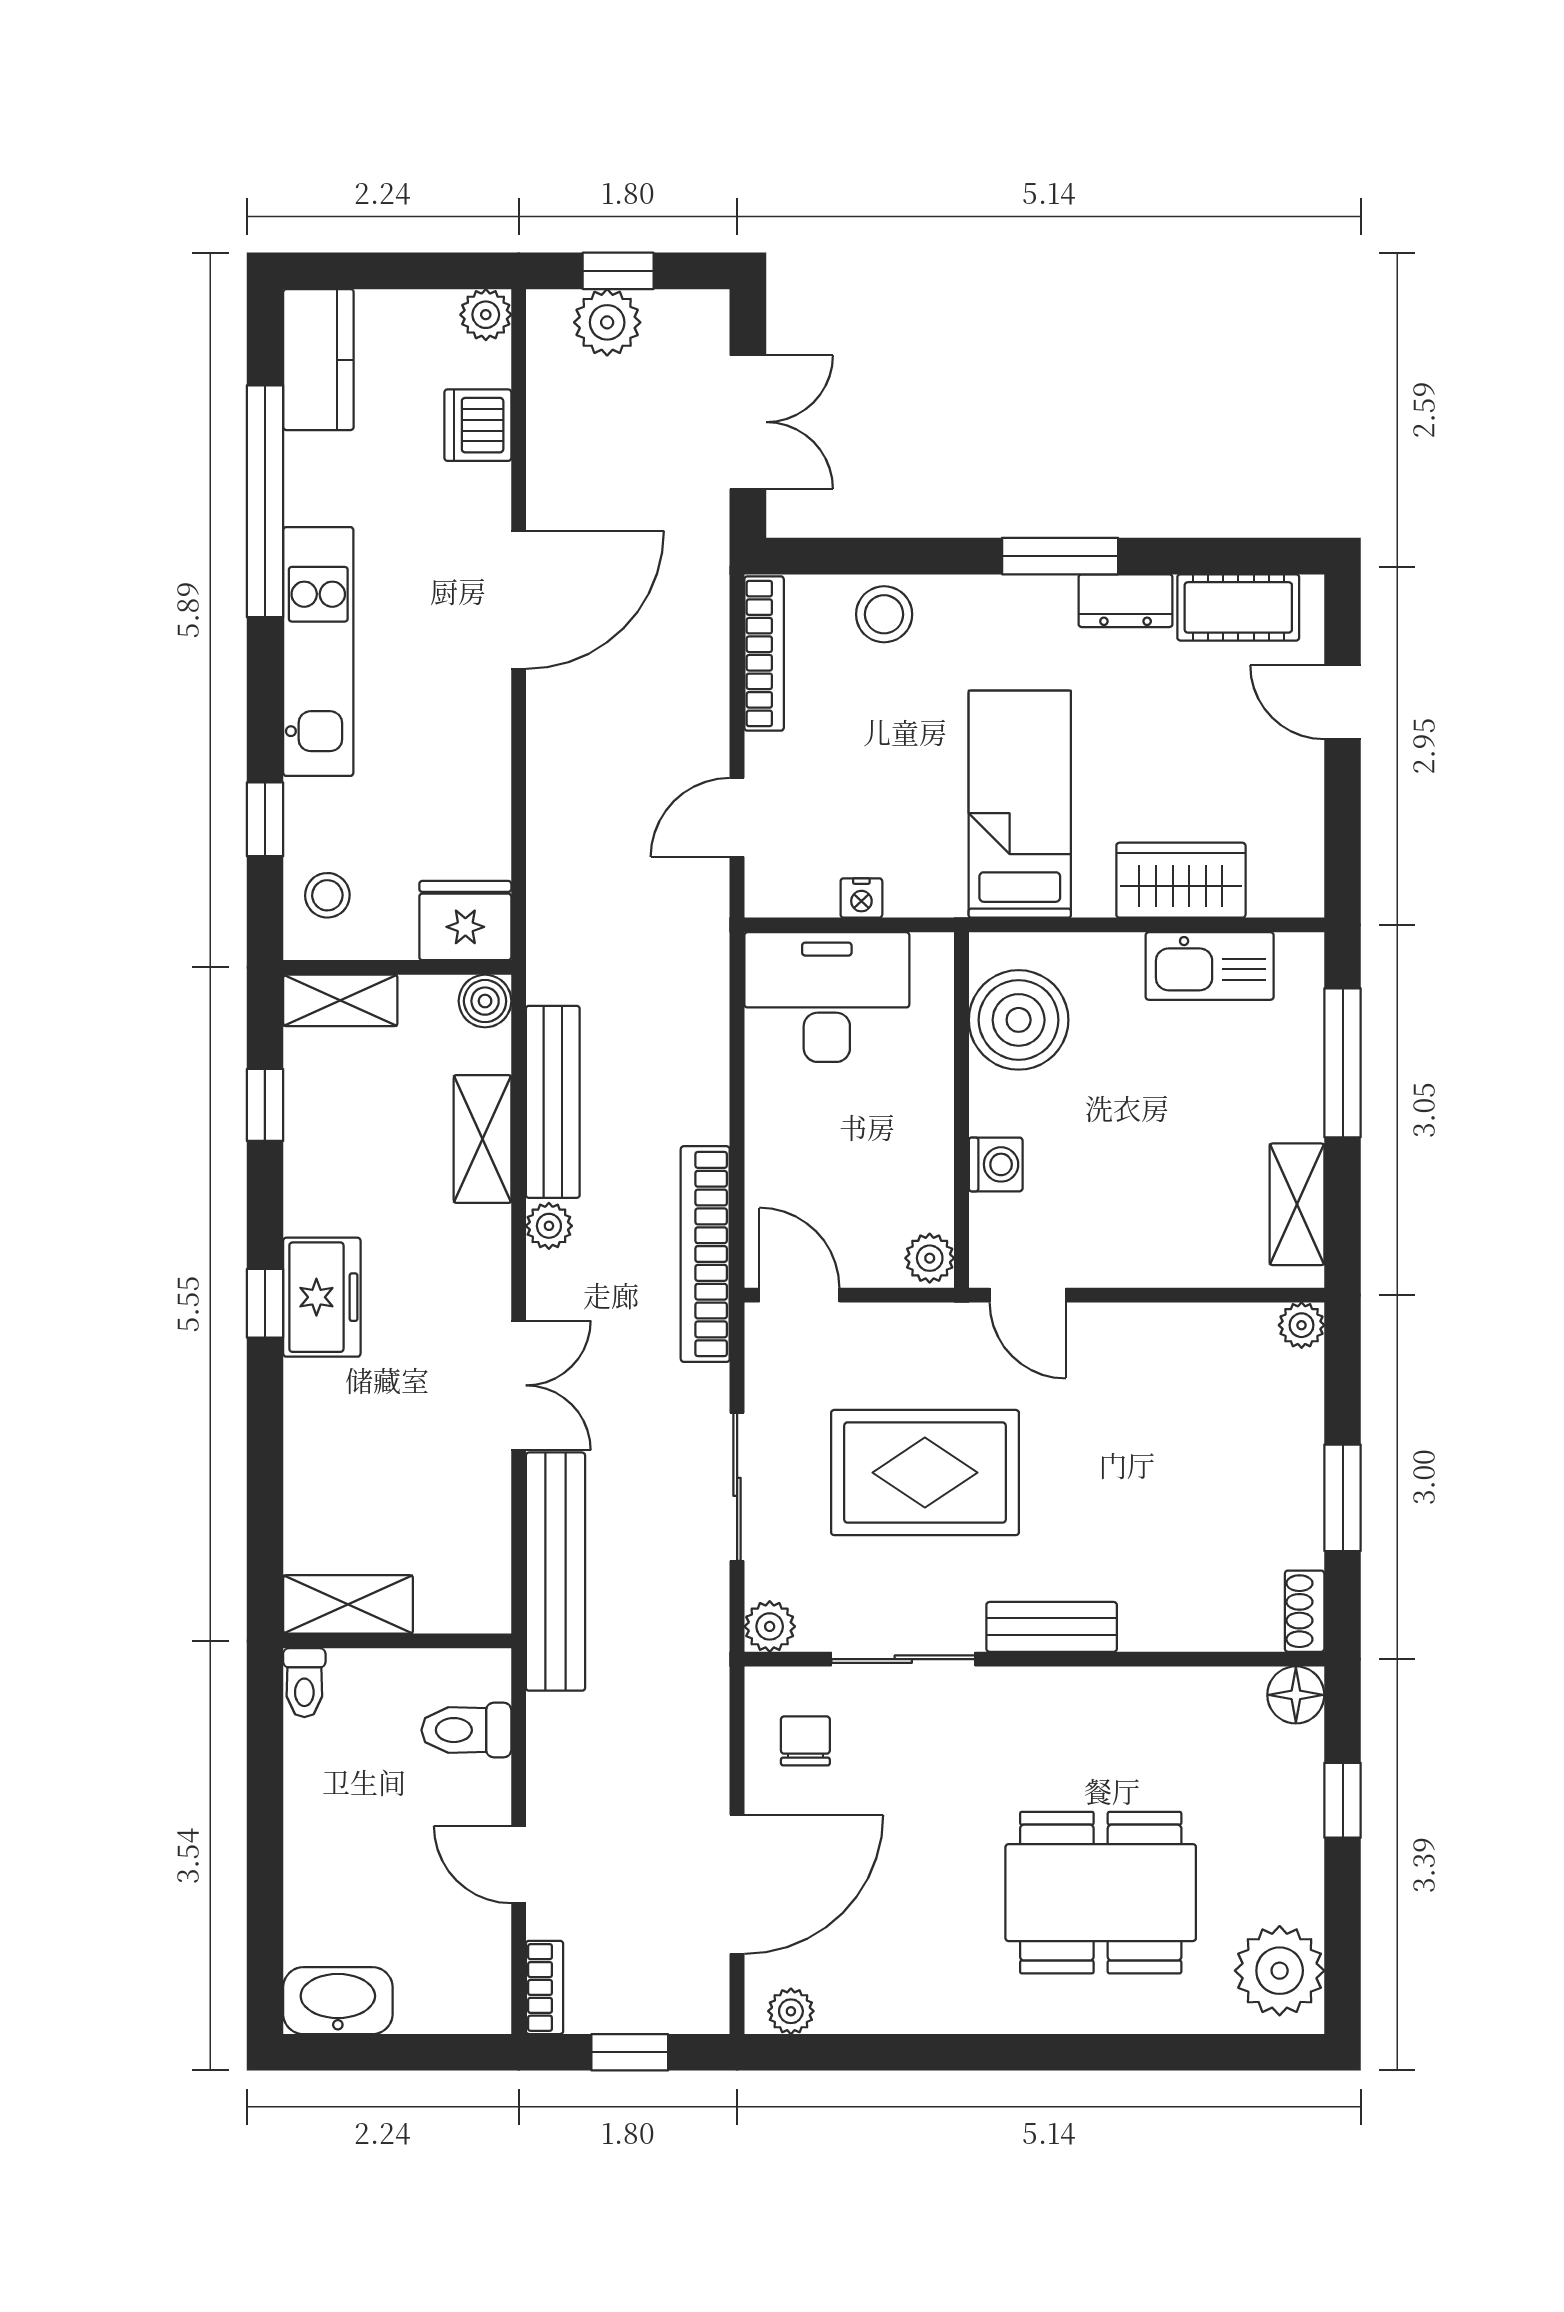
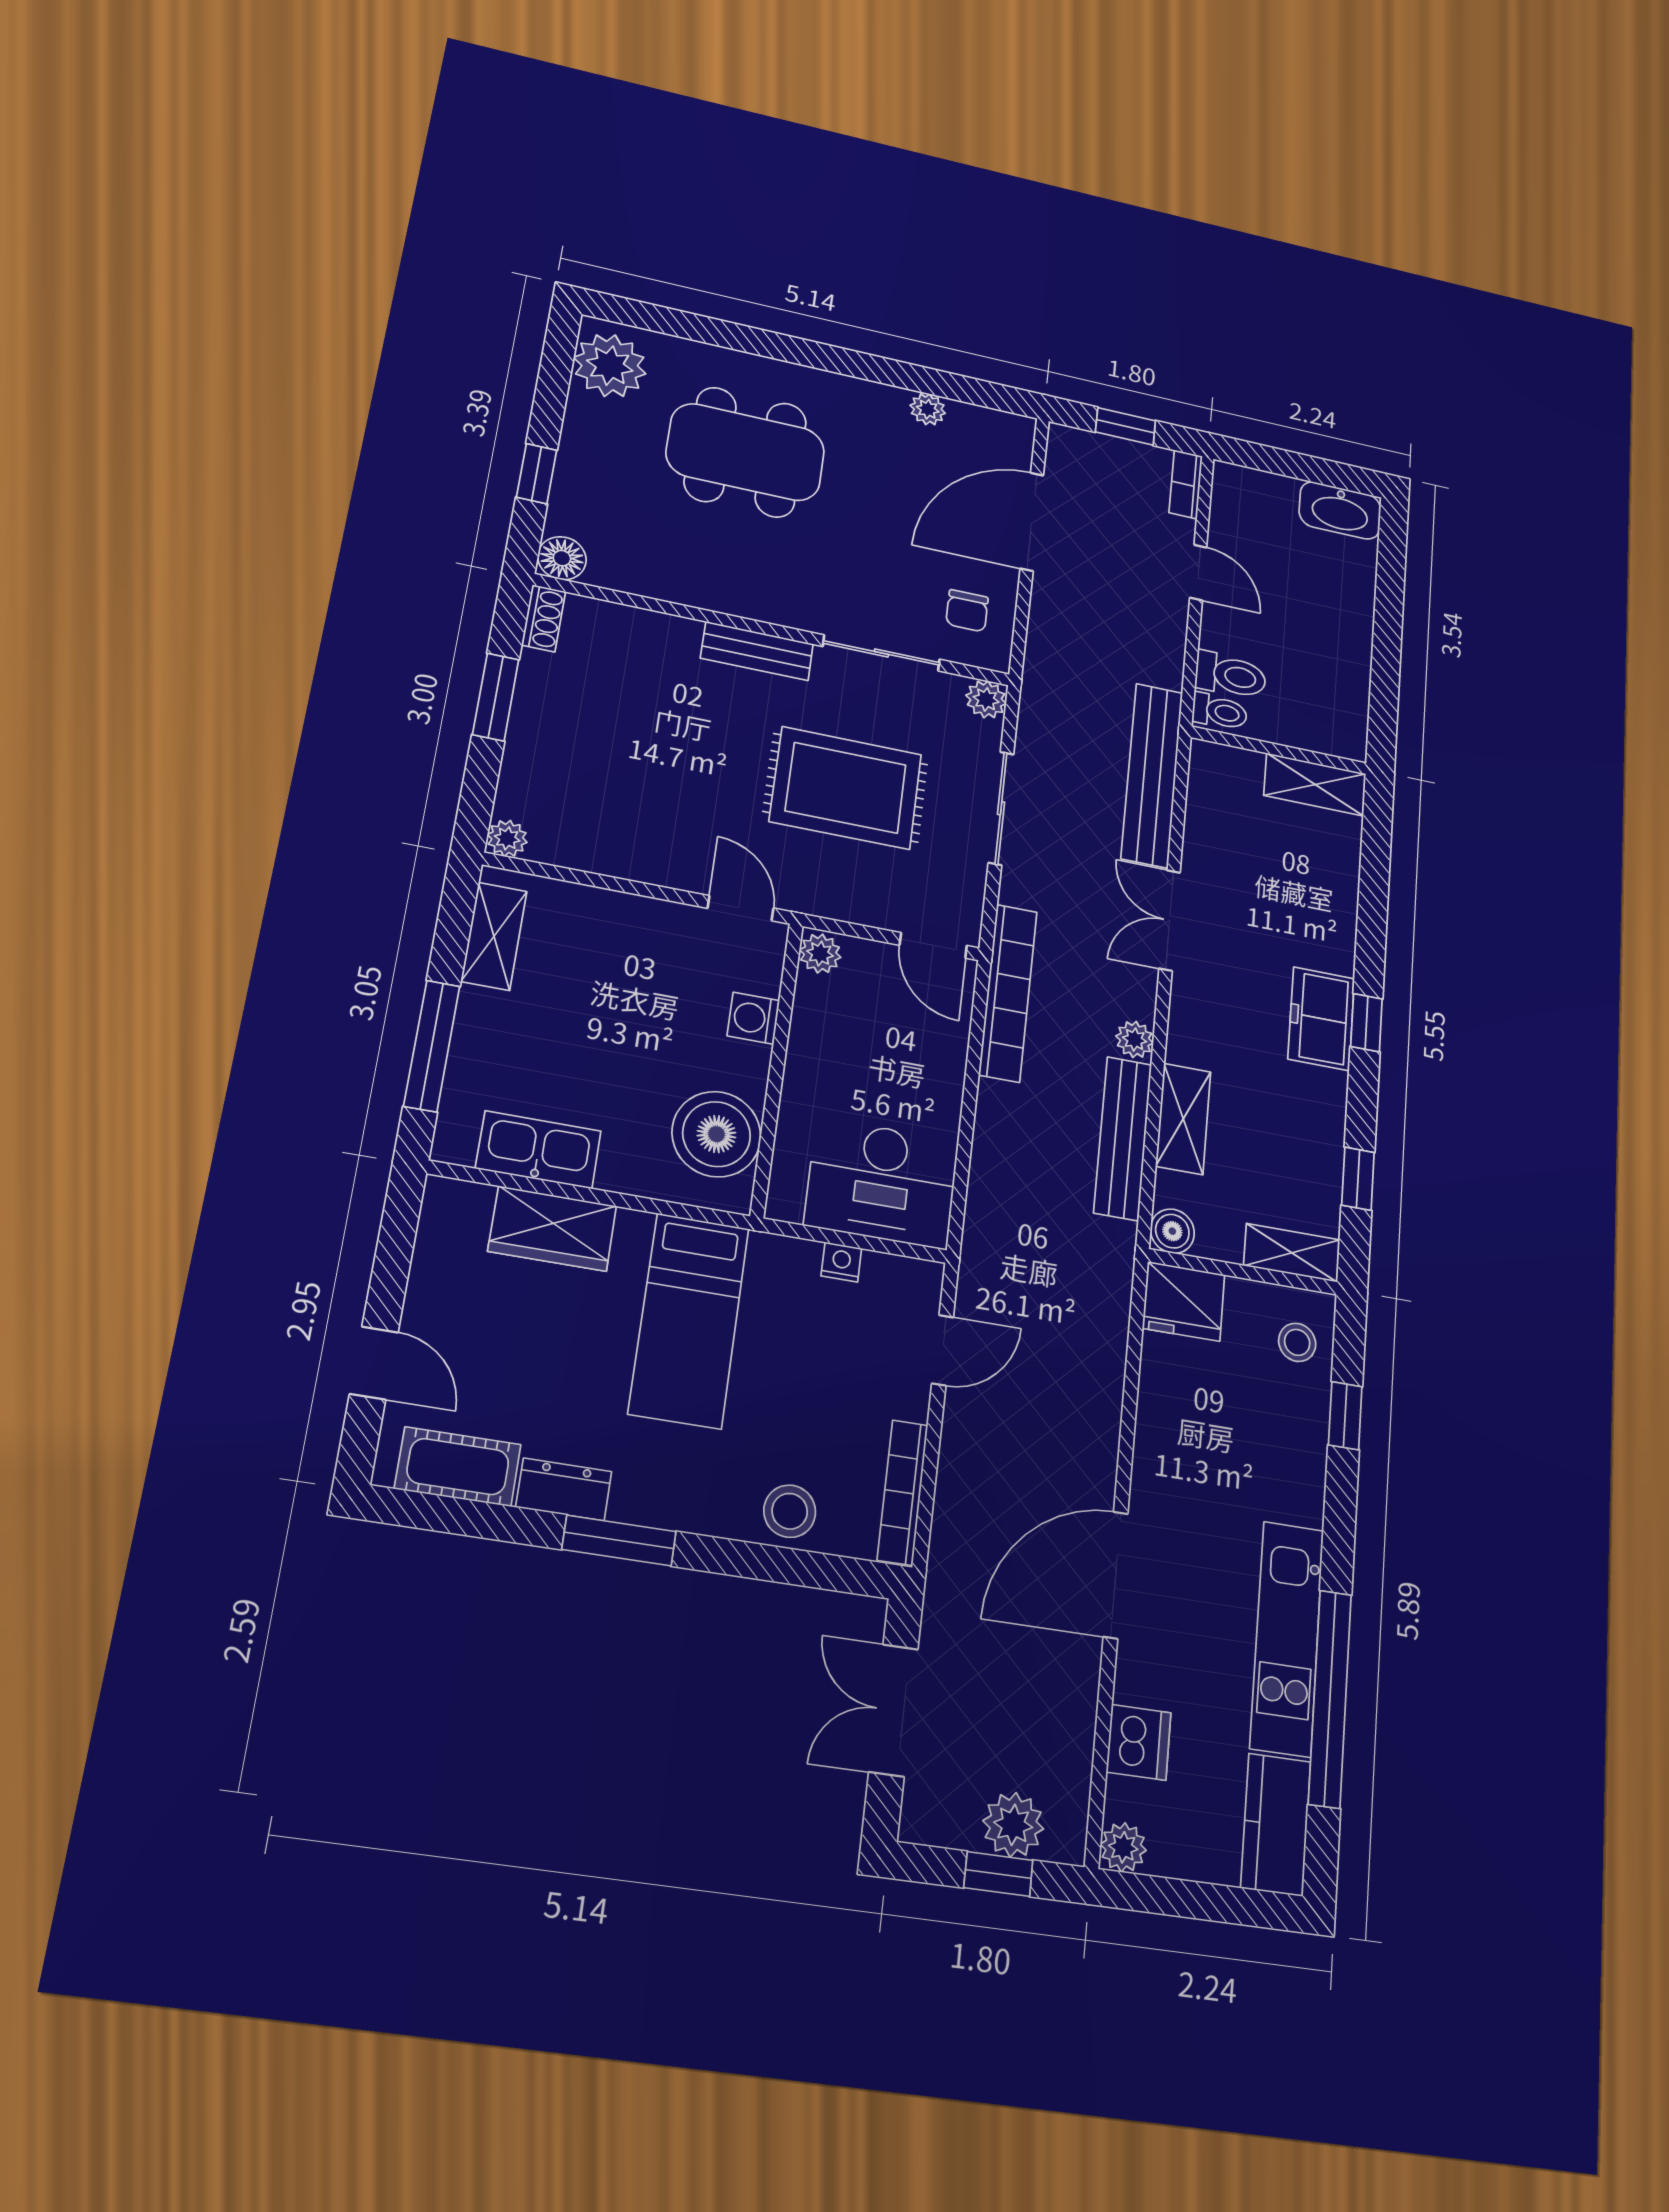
kitchen unit: (318, 651) -> (1287, 1638), moved
toilet: (304, 1683) -> (1220, 712), moved, turned 90
plant: (791, 2011) -> (928, 409), moved

